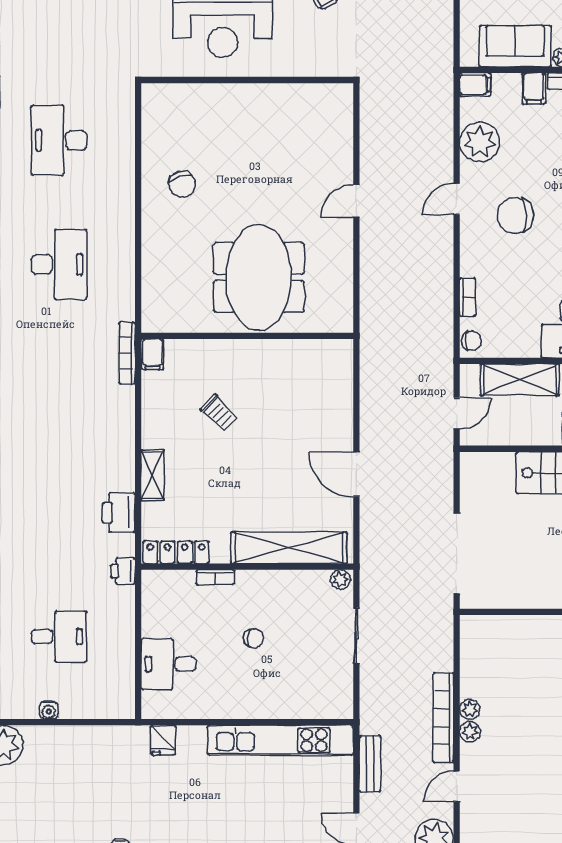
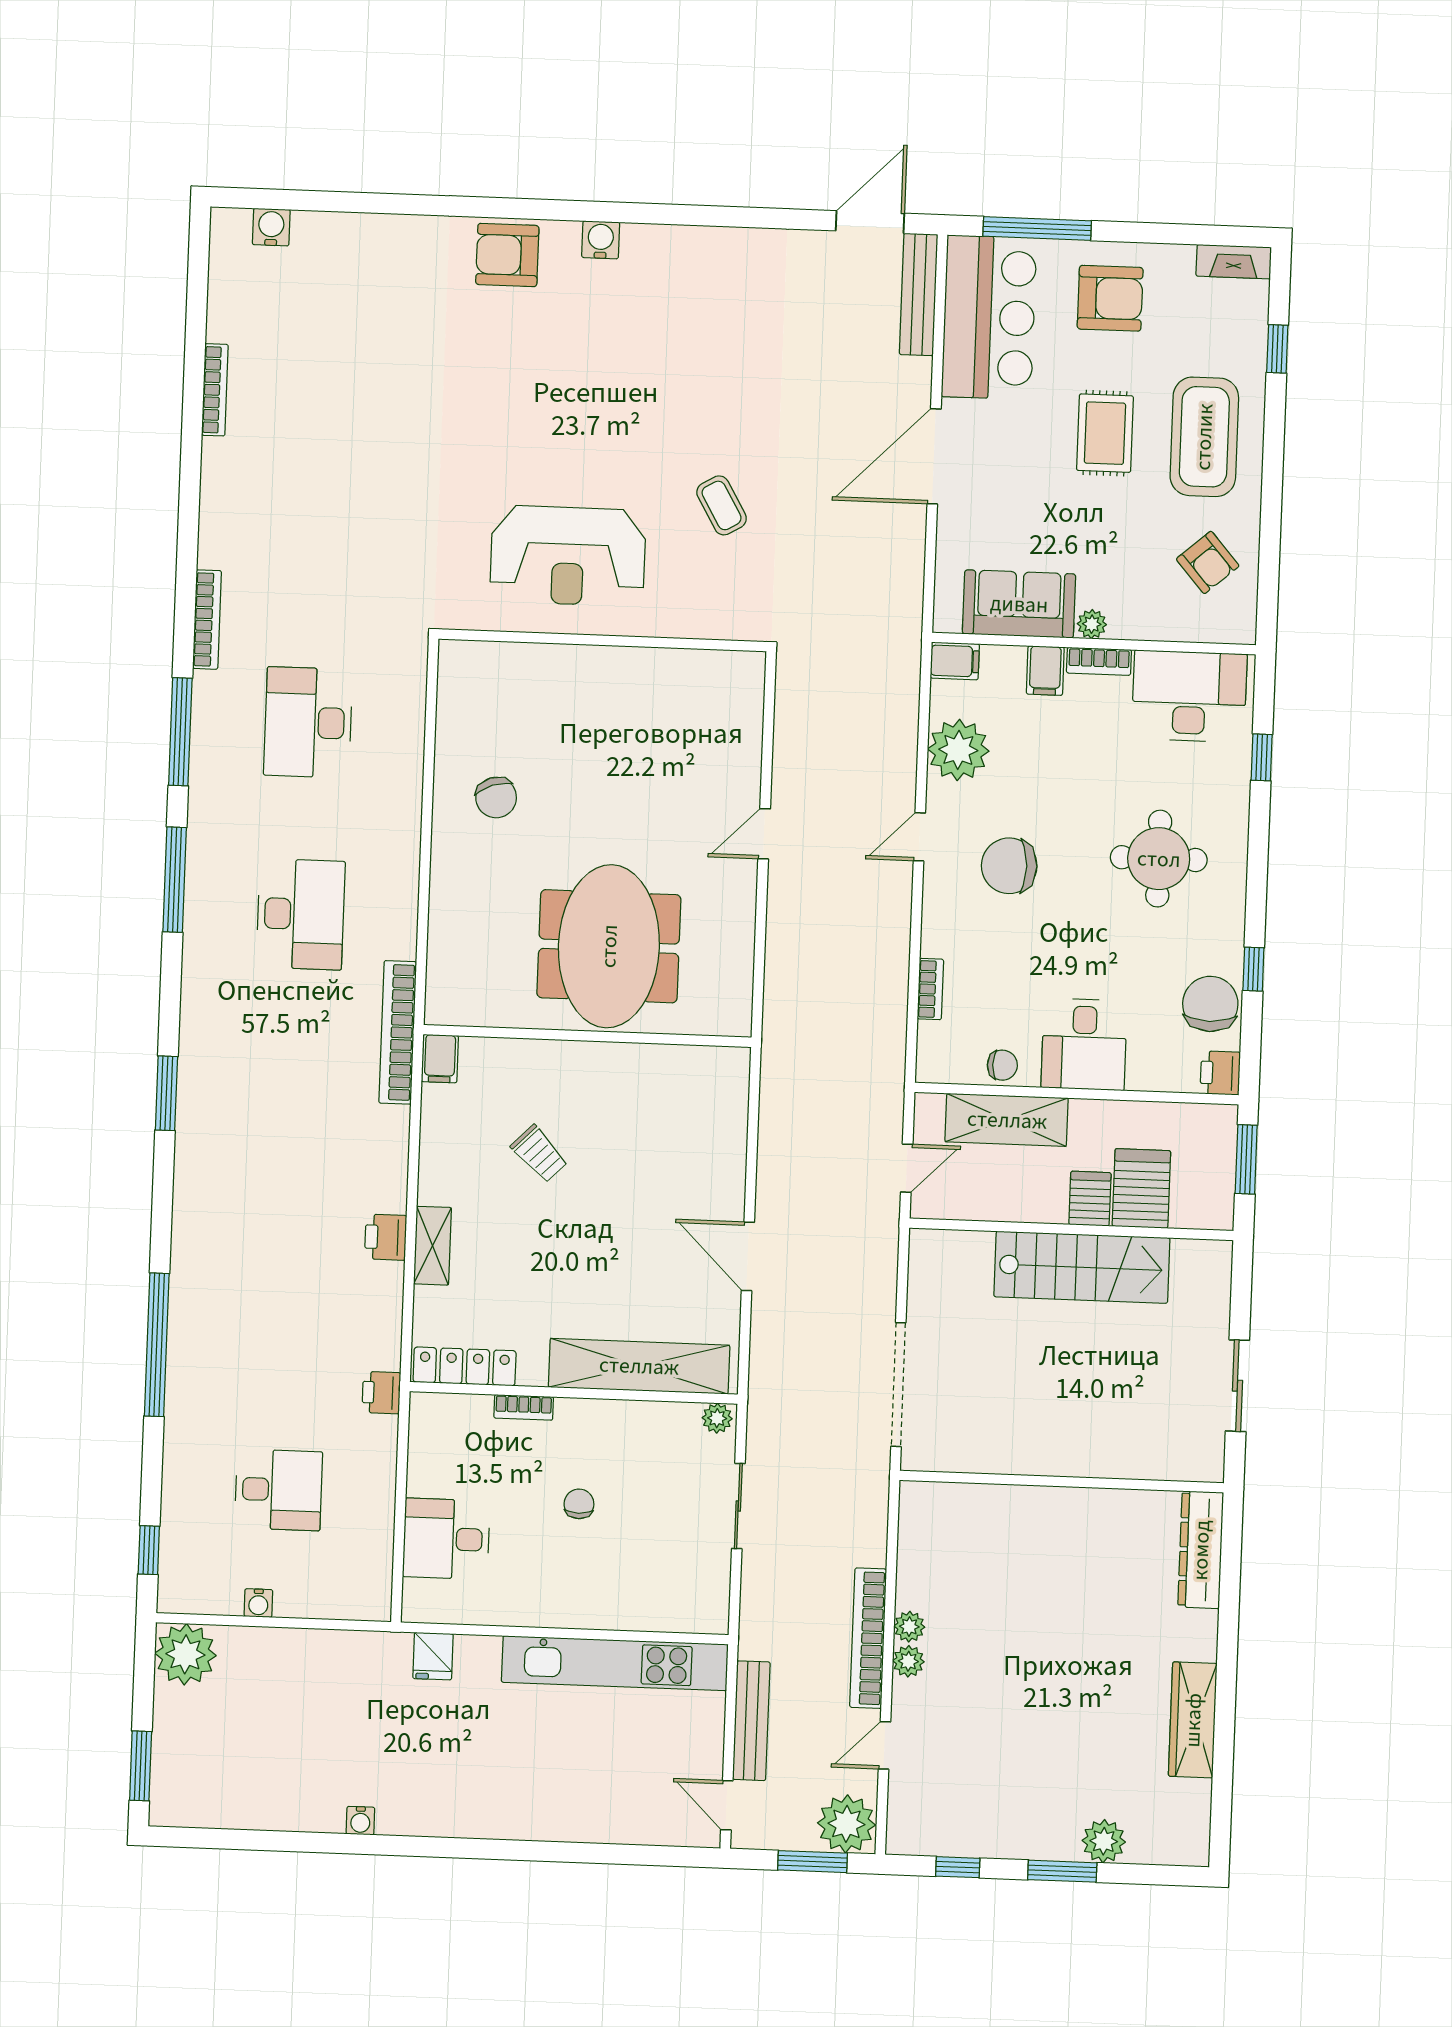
chair: (472, 341) -> (1002, 1065), moved
bookcase: (127, 353) -> (398, 1032), width x1.48, depth x1.31
printer: (119, 513) -> (386, 1237), moved, width x0.73, depth x0.81
chair: (253, 638) -> (579, 1504), turned -90
bench: (370, 764) -> (751, 1721), width x1.36

